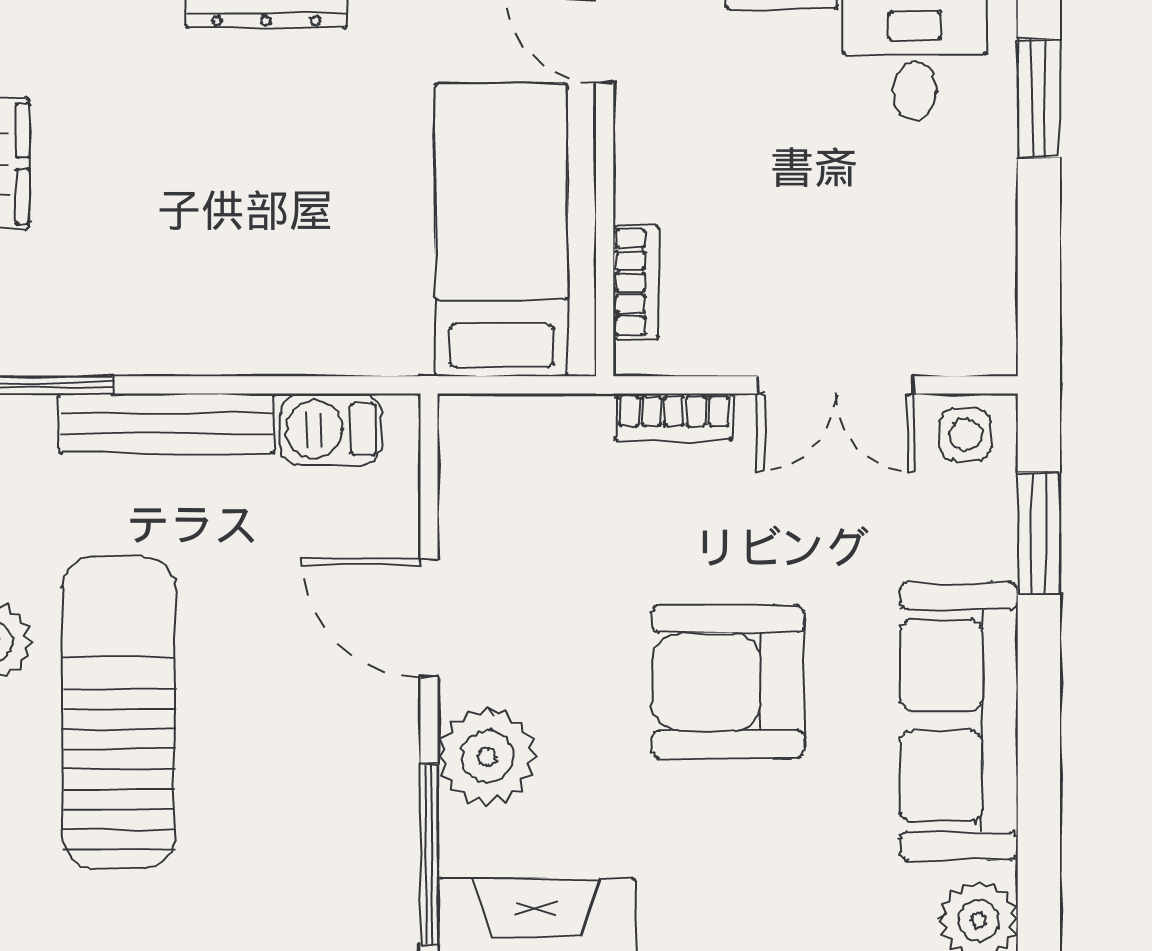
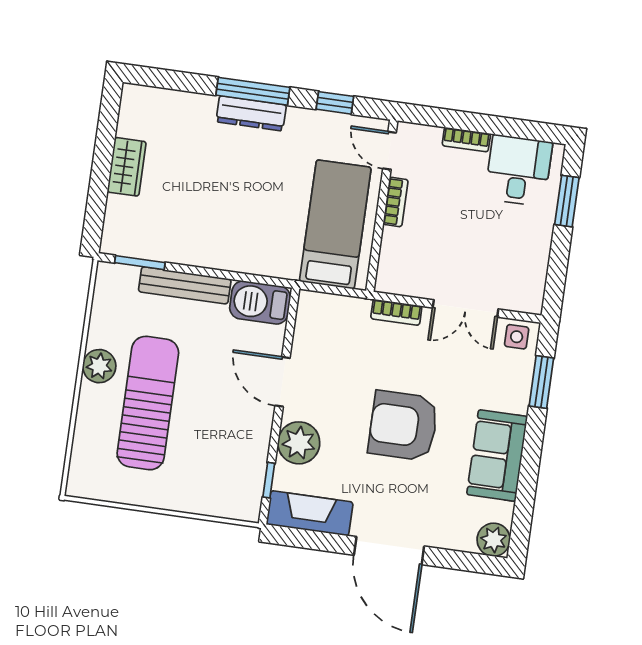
bookcase: (636, 282) -> (396, 202), moved
barbecue: (330, 429) -> (260, 302), width x1.38, depth x1.27
sofa: (959, 721) -> (497, 456), width x0.73
window: (429, 854) -> (269, 480), width x0.46

